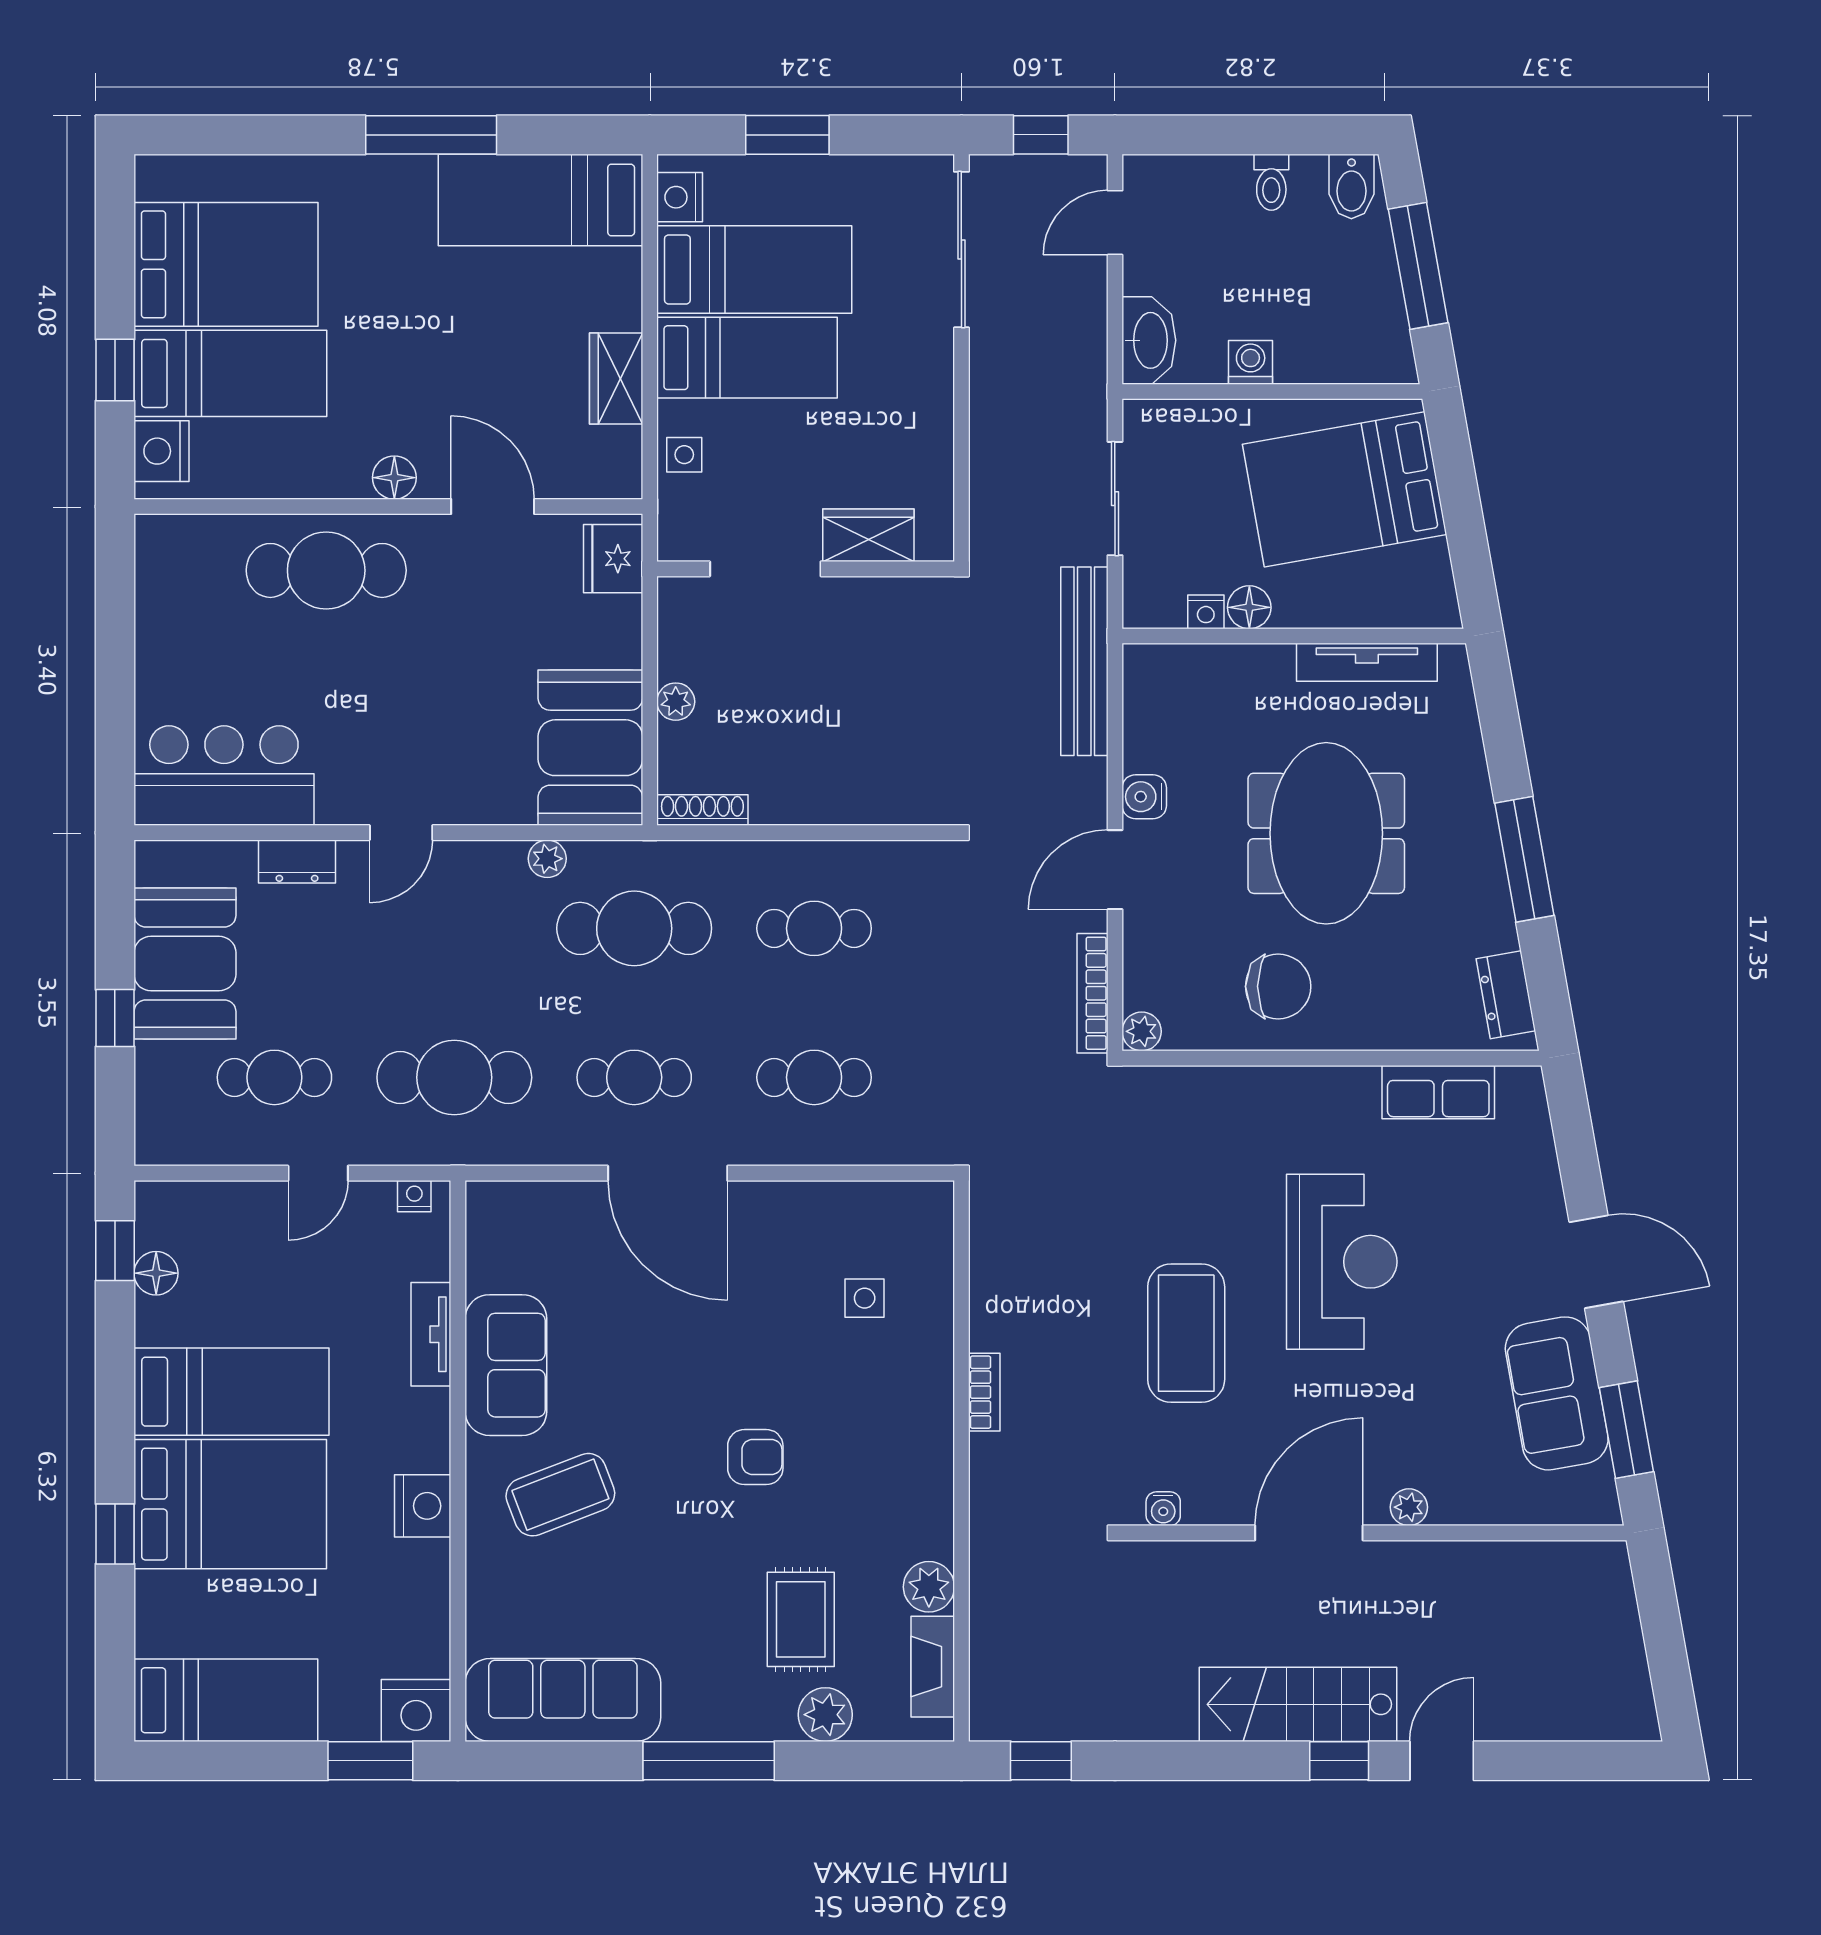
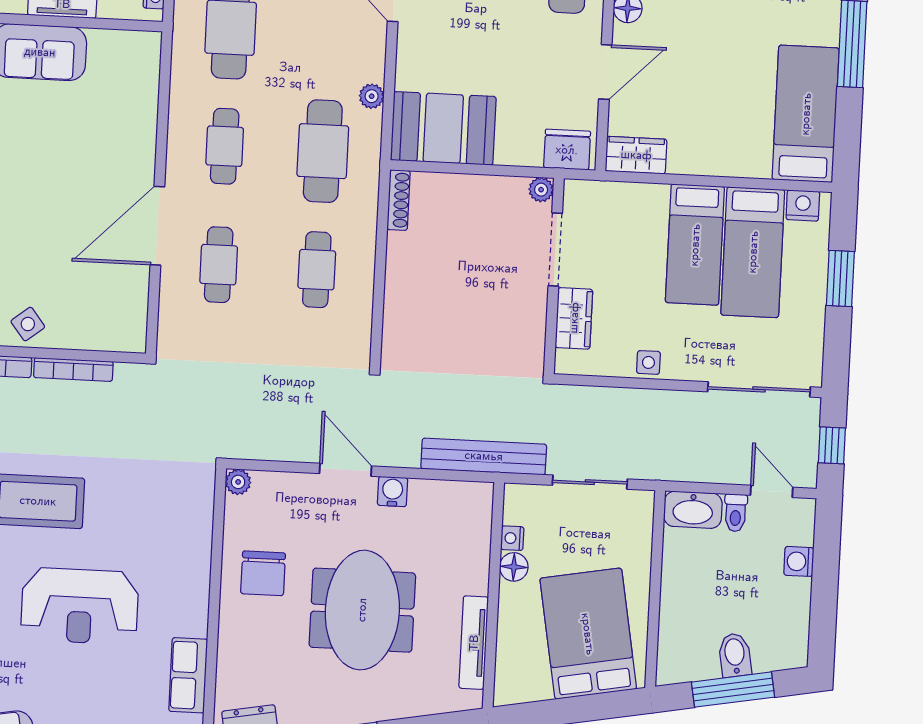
toilet: (1271, 182) -> (736, 513), moved, turned -90
bidet: (1351, 186) -> (735, 655), moved, turned 80
washing machine: (1251, 362) -> (799, 561), moved, turned 180
wardrobe: (616, 379) -> (636, 155), moved
side table: (684, 455) -> (648, 362), moved
plant: (676, 702) -> (541, 190), moved
meeting table: (1326, 833) -> (362, 610), turned 90
bookcase: (1092, 993) -> (73, 369), moved, turned 180
door: (668, 1173) -> (157, 226), moved
side table: (865, 1298) -> (28, 324), moved, turned -38

